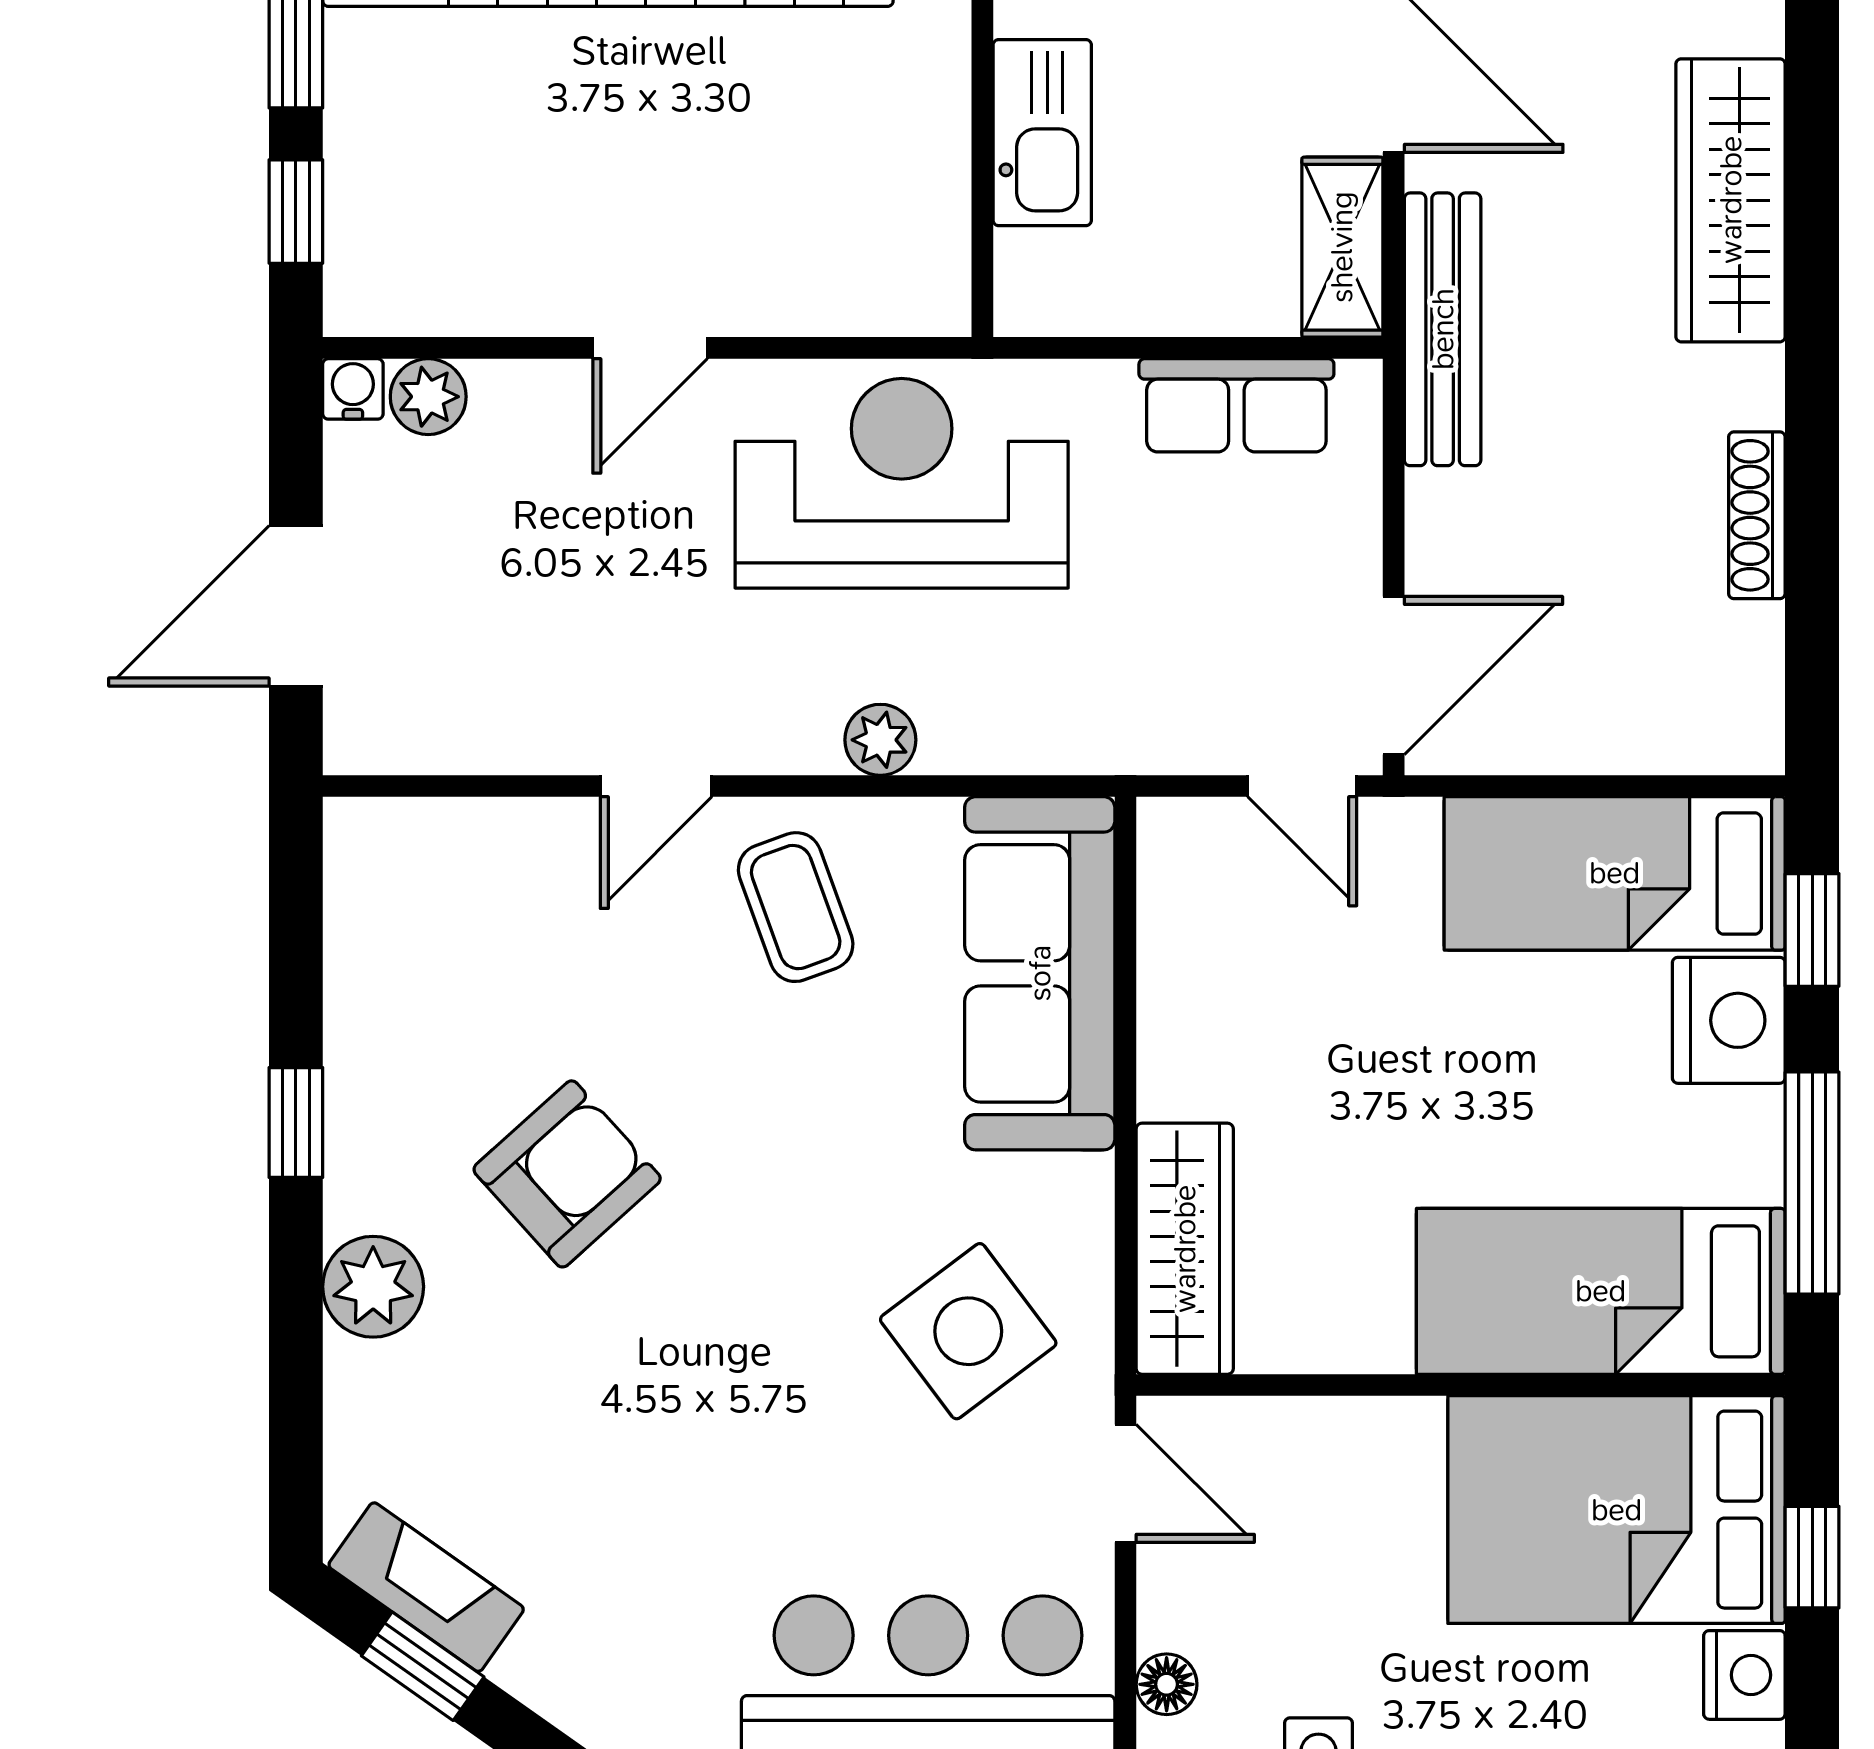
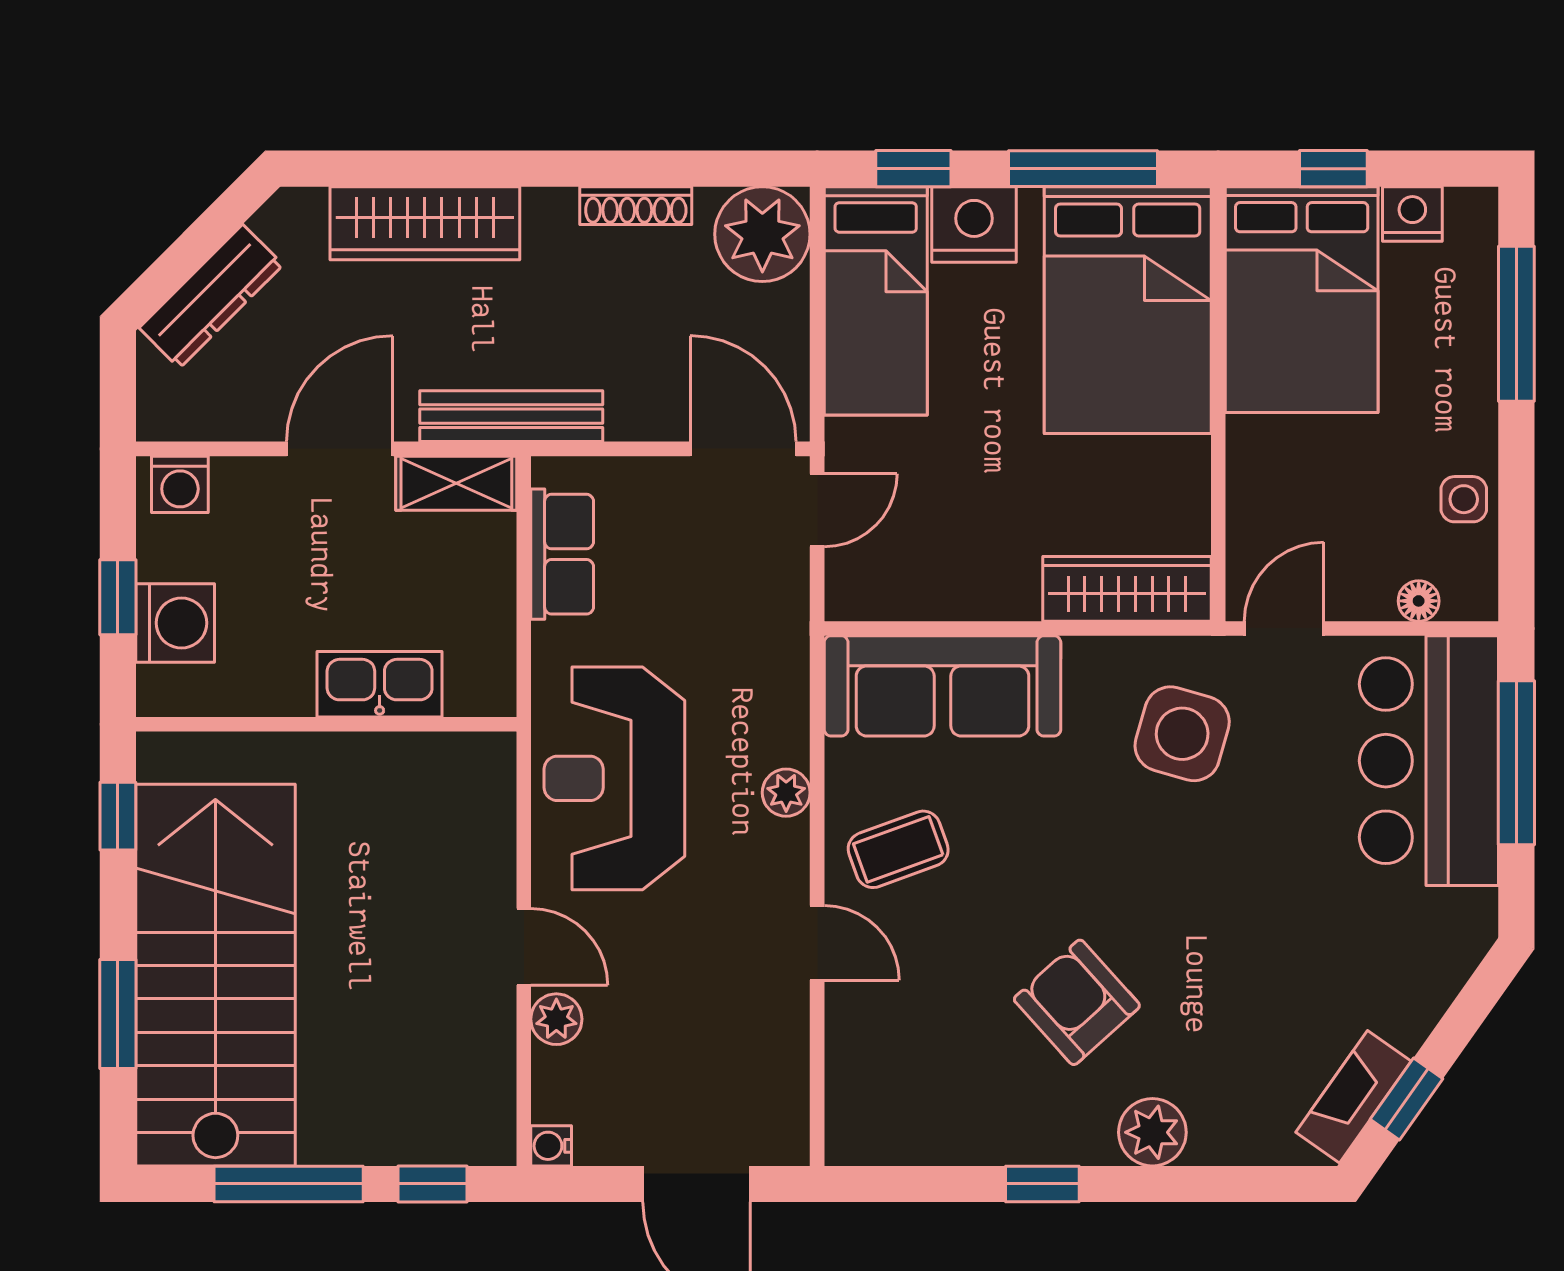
plant: (428, 397) -> (556, 1019), moved
plant: (1714, 704) -> (762, 234), added
bed: (1601, 1291) -> (1128, 310), width x1.50
side table: (968, 1331) -> (1182, 734), turned -37

